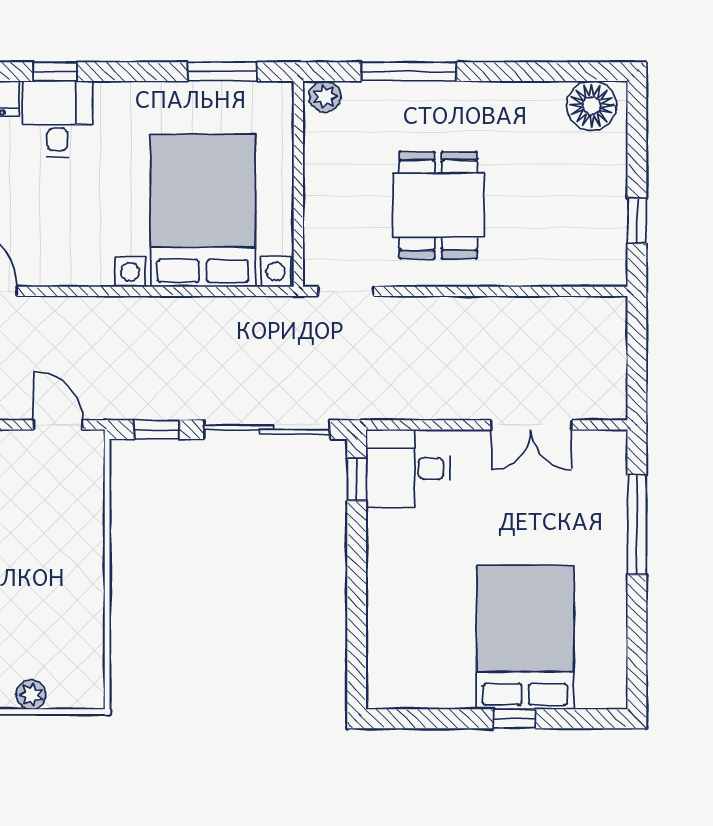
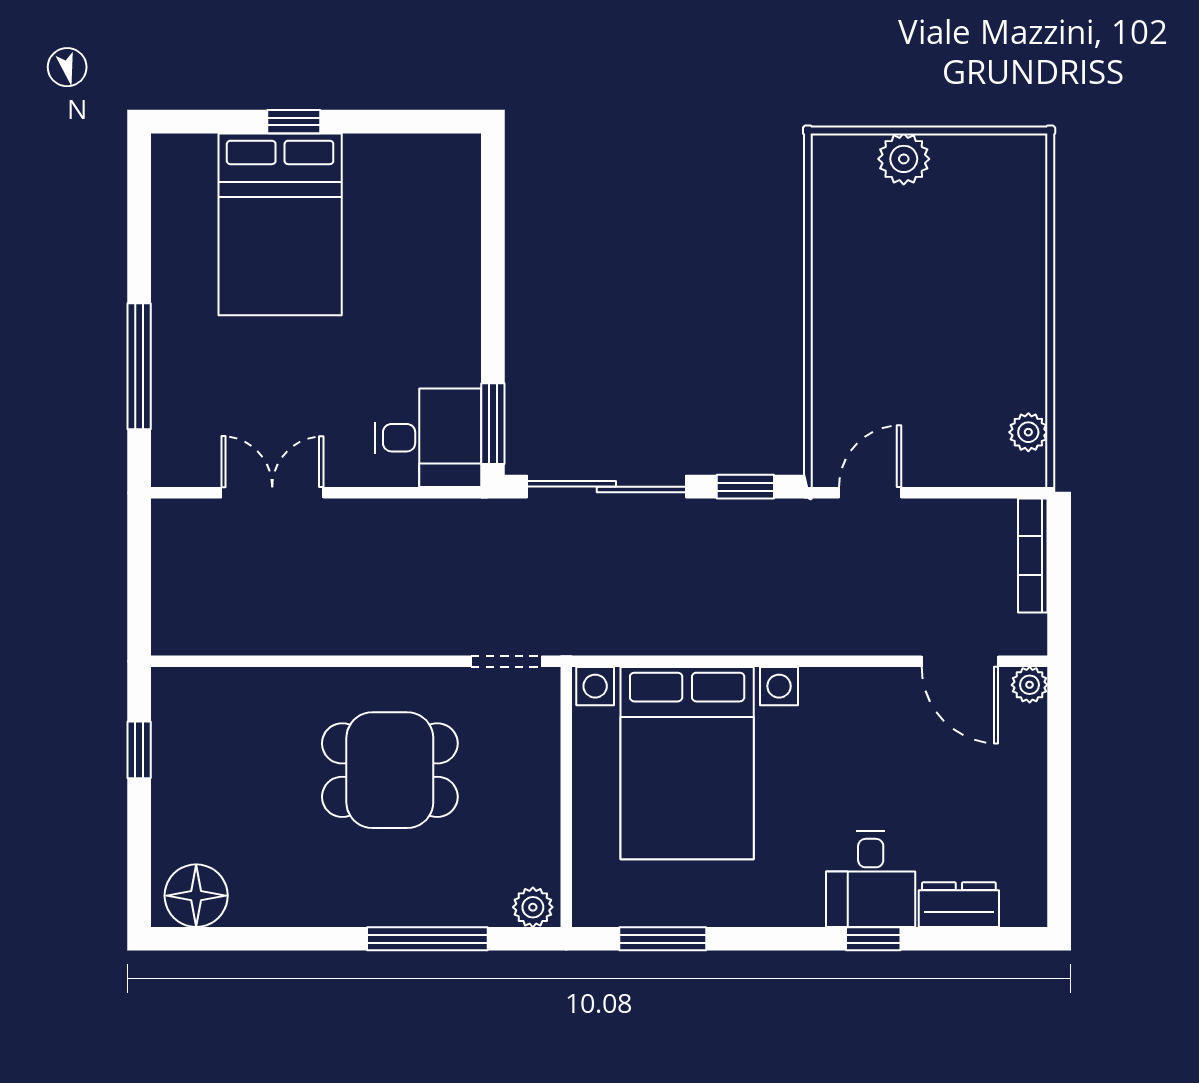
dining table: (438, 205) -> (390, 770), turned 90
door: (58, 425) -> (870, 493), swing flipped
window: (357, 480) -> (493, 424), width x1.50
plant: (31, 695) -> (904, 159), width x1.38, depth x1.38

